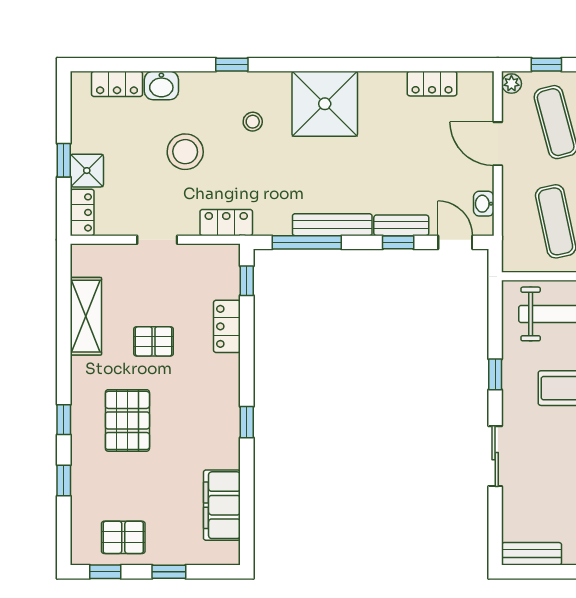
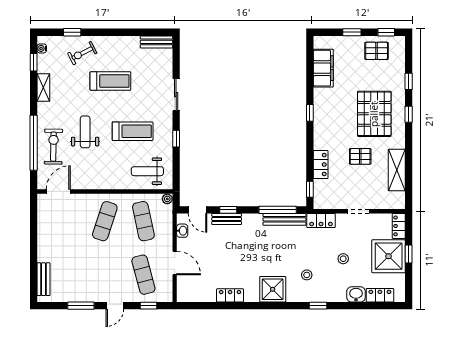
locker: (432, 84) -> (230, 295), moved
plant: (511, 84) -> (167, 199), moved
shower: (325, 104) -> (273, 289), width x0.73, depth x0.73
stool: (185, 152) -> (343, 259), width x0.53, depth x0.53
shower: (87, 171) -> (389, 256), width x1.86, depth x1.86
bench: (332, 225) -> (284, 219), moved
pallet: (127, 420) -> (374, 114), width x1.37, depth x1.41

